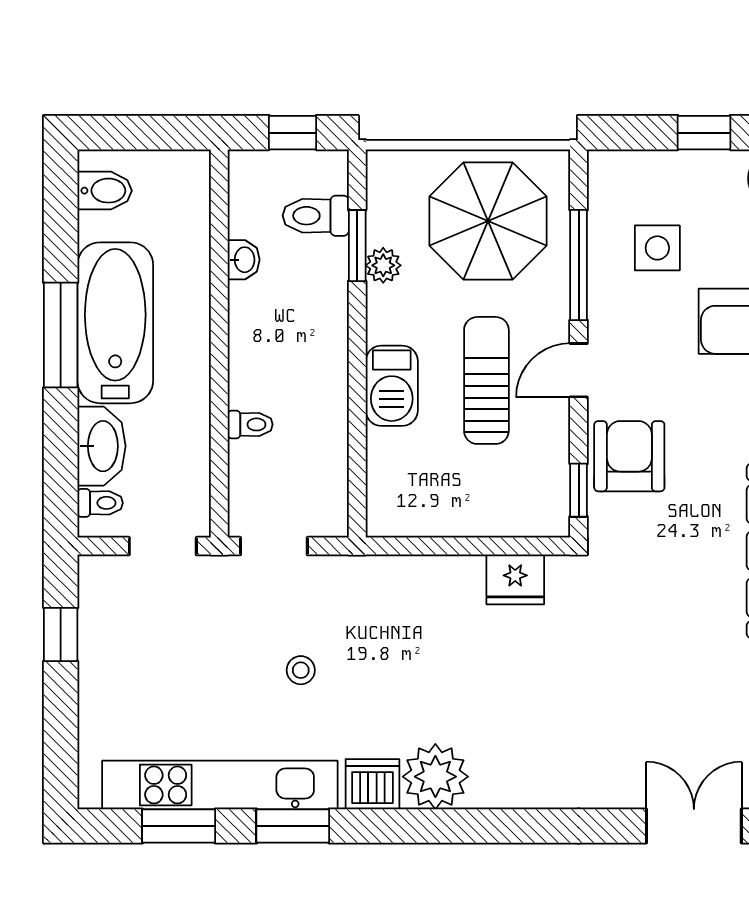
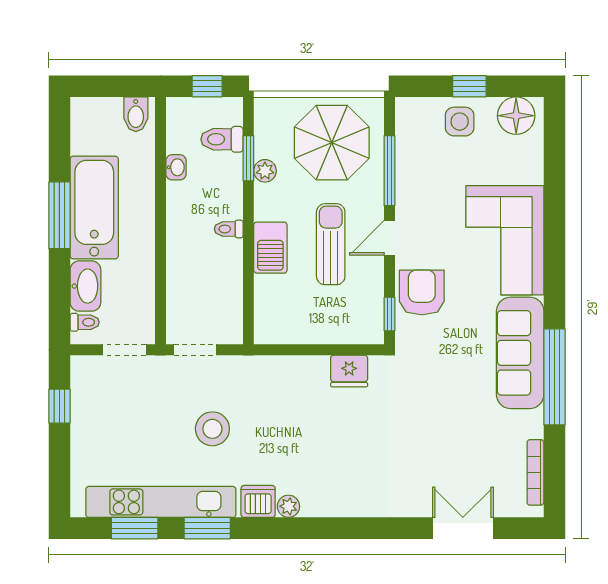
bidet: (105, 191) -> (136, 114), moved, turned 90
side table: (657, 248) -> (460, 122), moved
toilet: (250, 424) -> (229, 229), moved, turned 180
stool: (301, 670) -> (212, 429), width x1.89, depth x1.89
plant: (435, 777) -> (288, 506), width x0.53, depth x0.53

